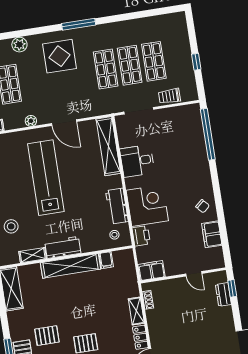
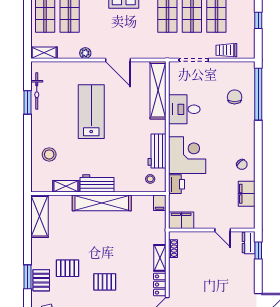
chair: (185, 141) -> (235, 97), added
lab bench: (46, 178) -> (91, 112), width x0.73
filing cabinet: (106, 260) -> (160, 203), moved
dresser: (223, 295) -> (249, 243), moved

